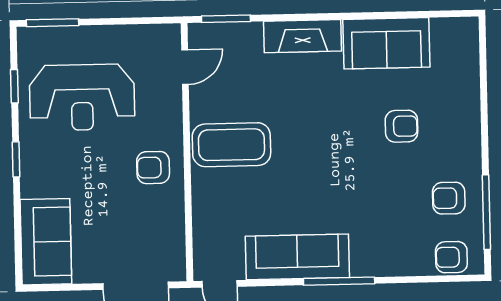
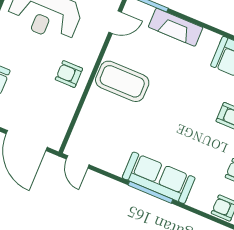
fireplace: (303, 36) -> (176, 27), moved
sofa: (297, 257) -> (159, 178), moved

